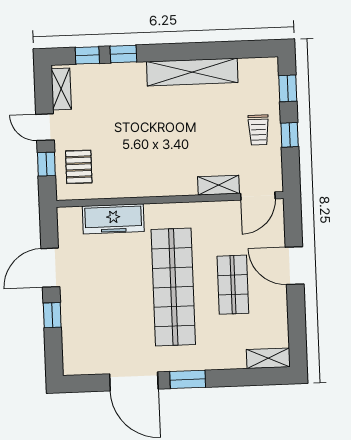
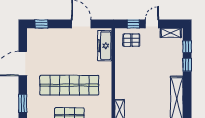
freezer: (113, 219) -> (105, 46), moved
window: (52, 315) -> (41, 24), moved
window: (188, 379) -> (23, 103), moved

